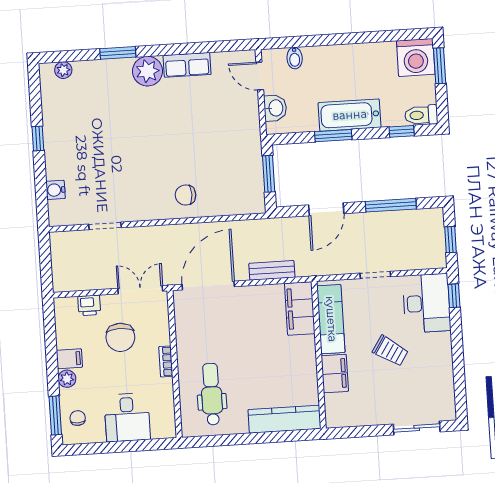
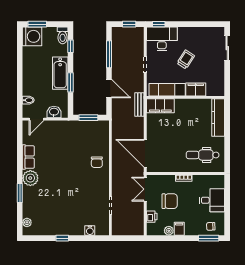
bench: (272, 270) -> (139, 104), moved
plant: (67, 379) -> (169, 231), moved

